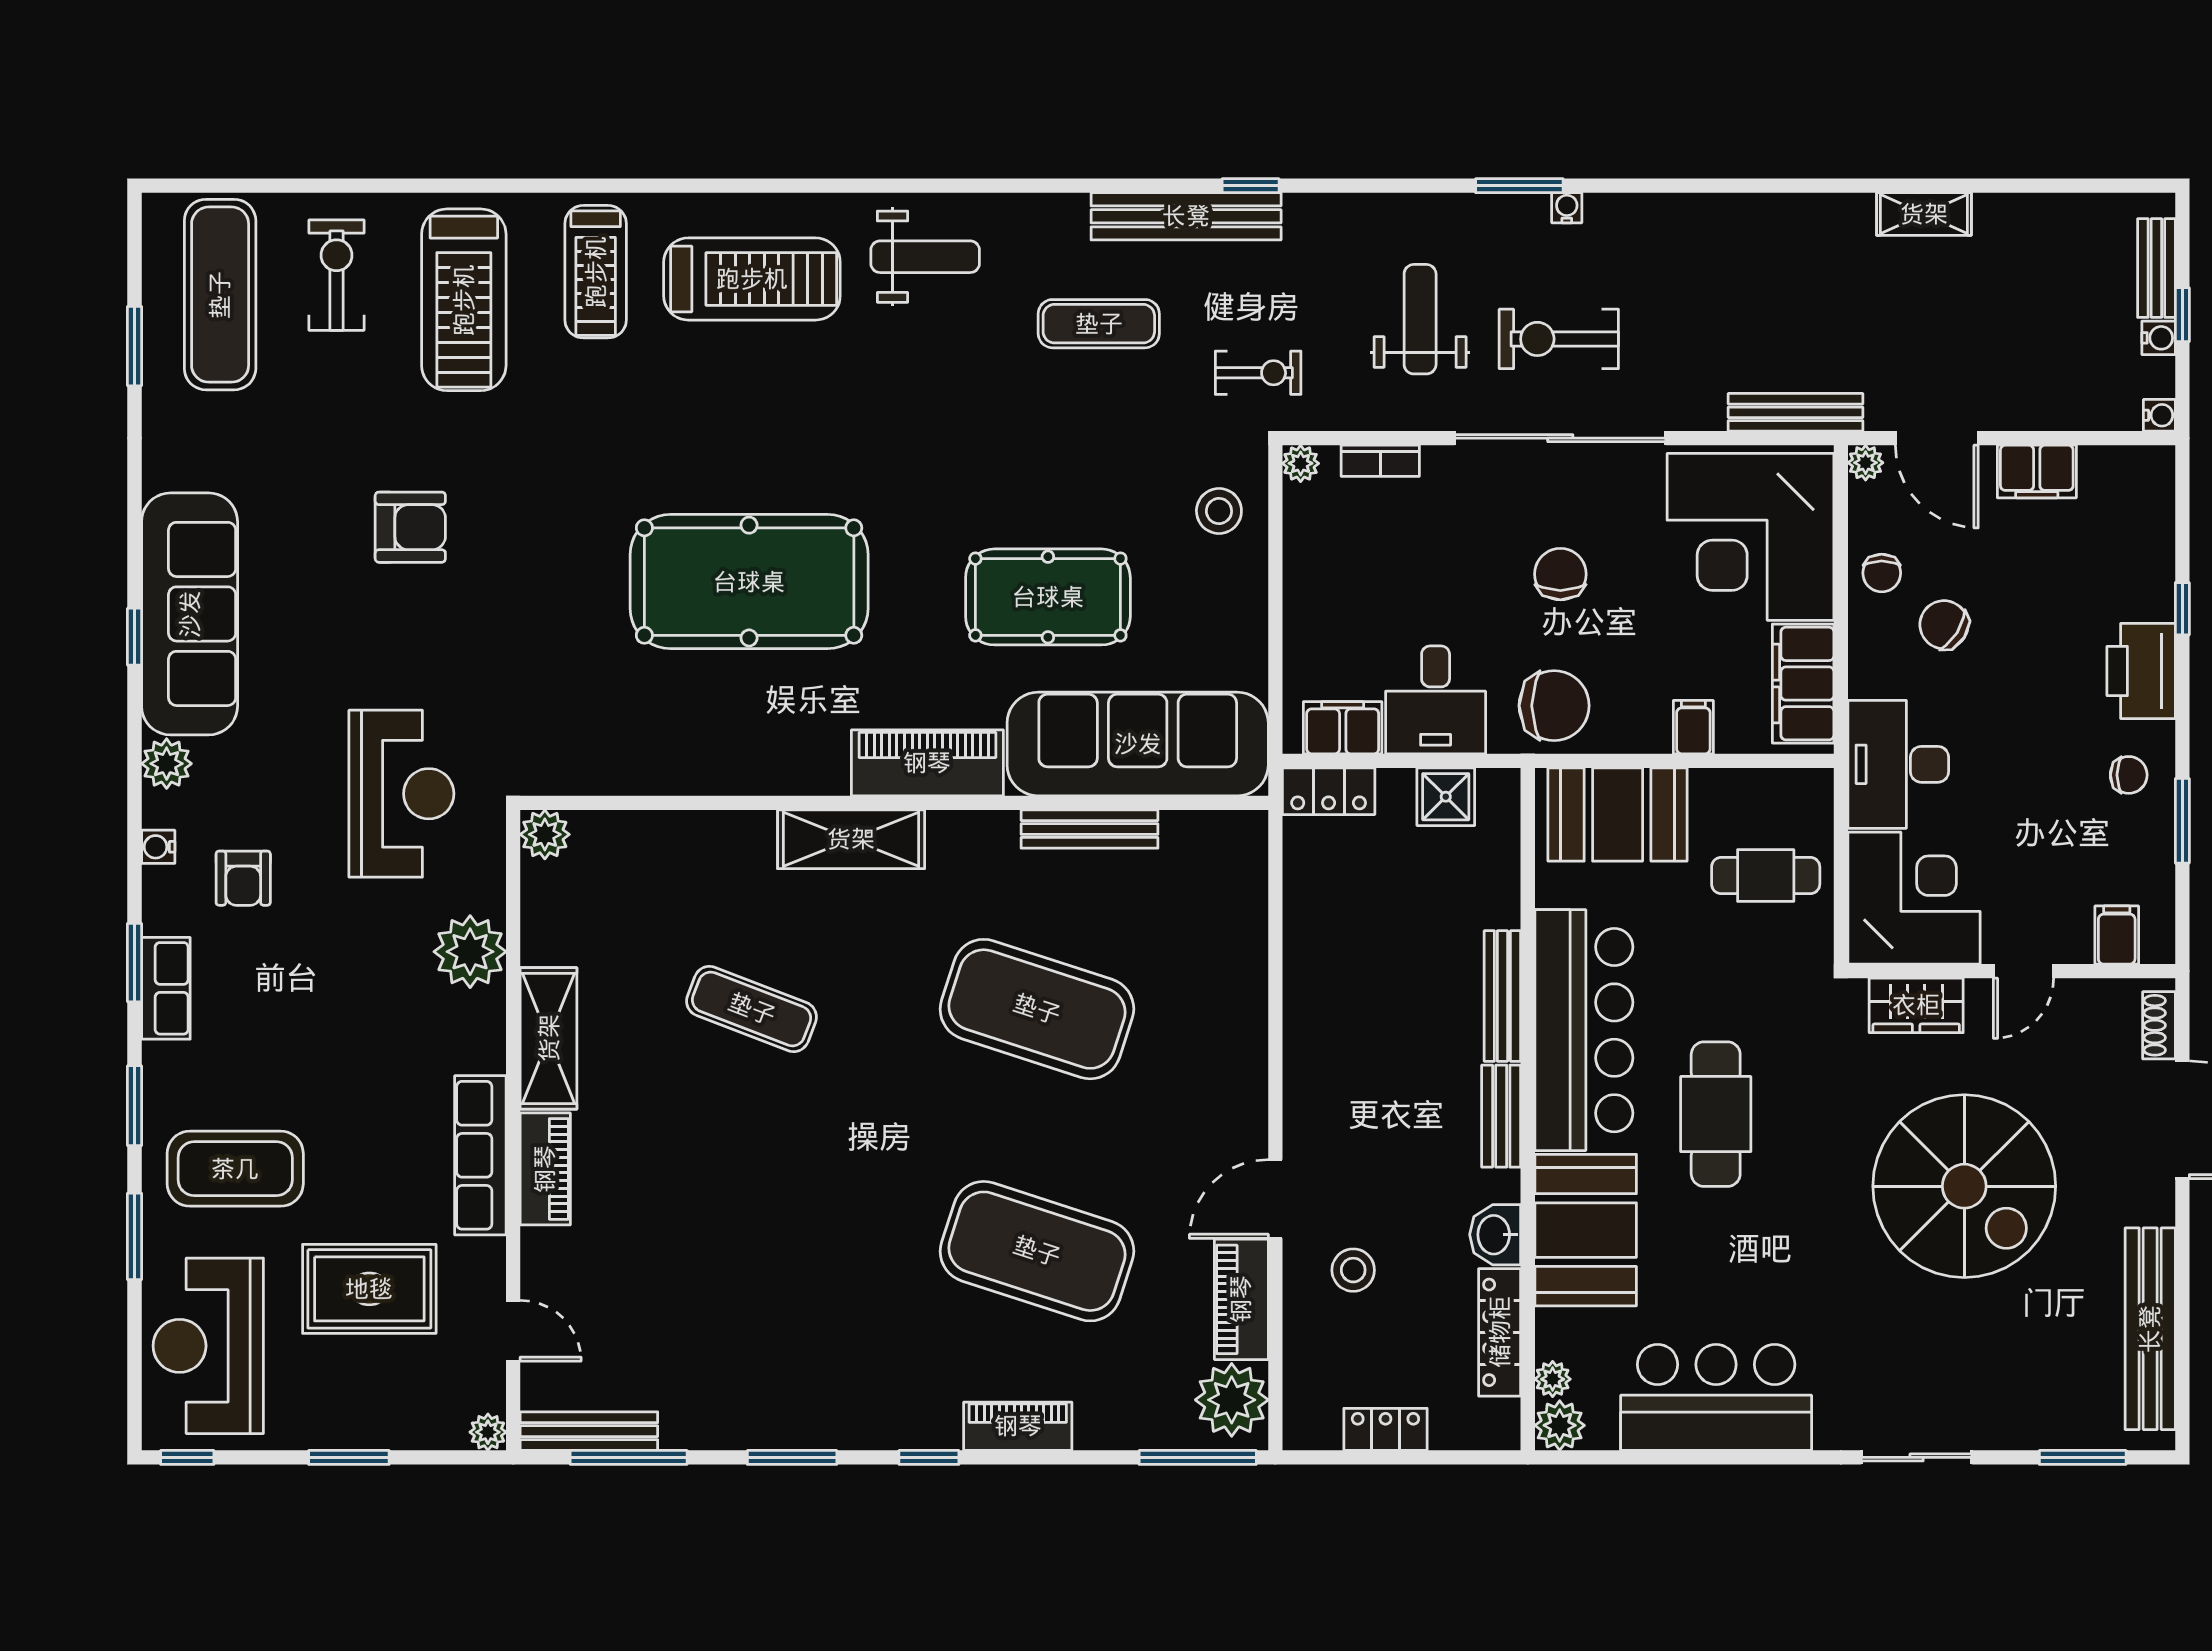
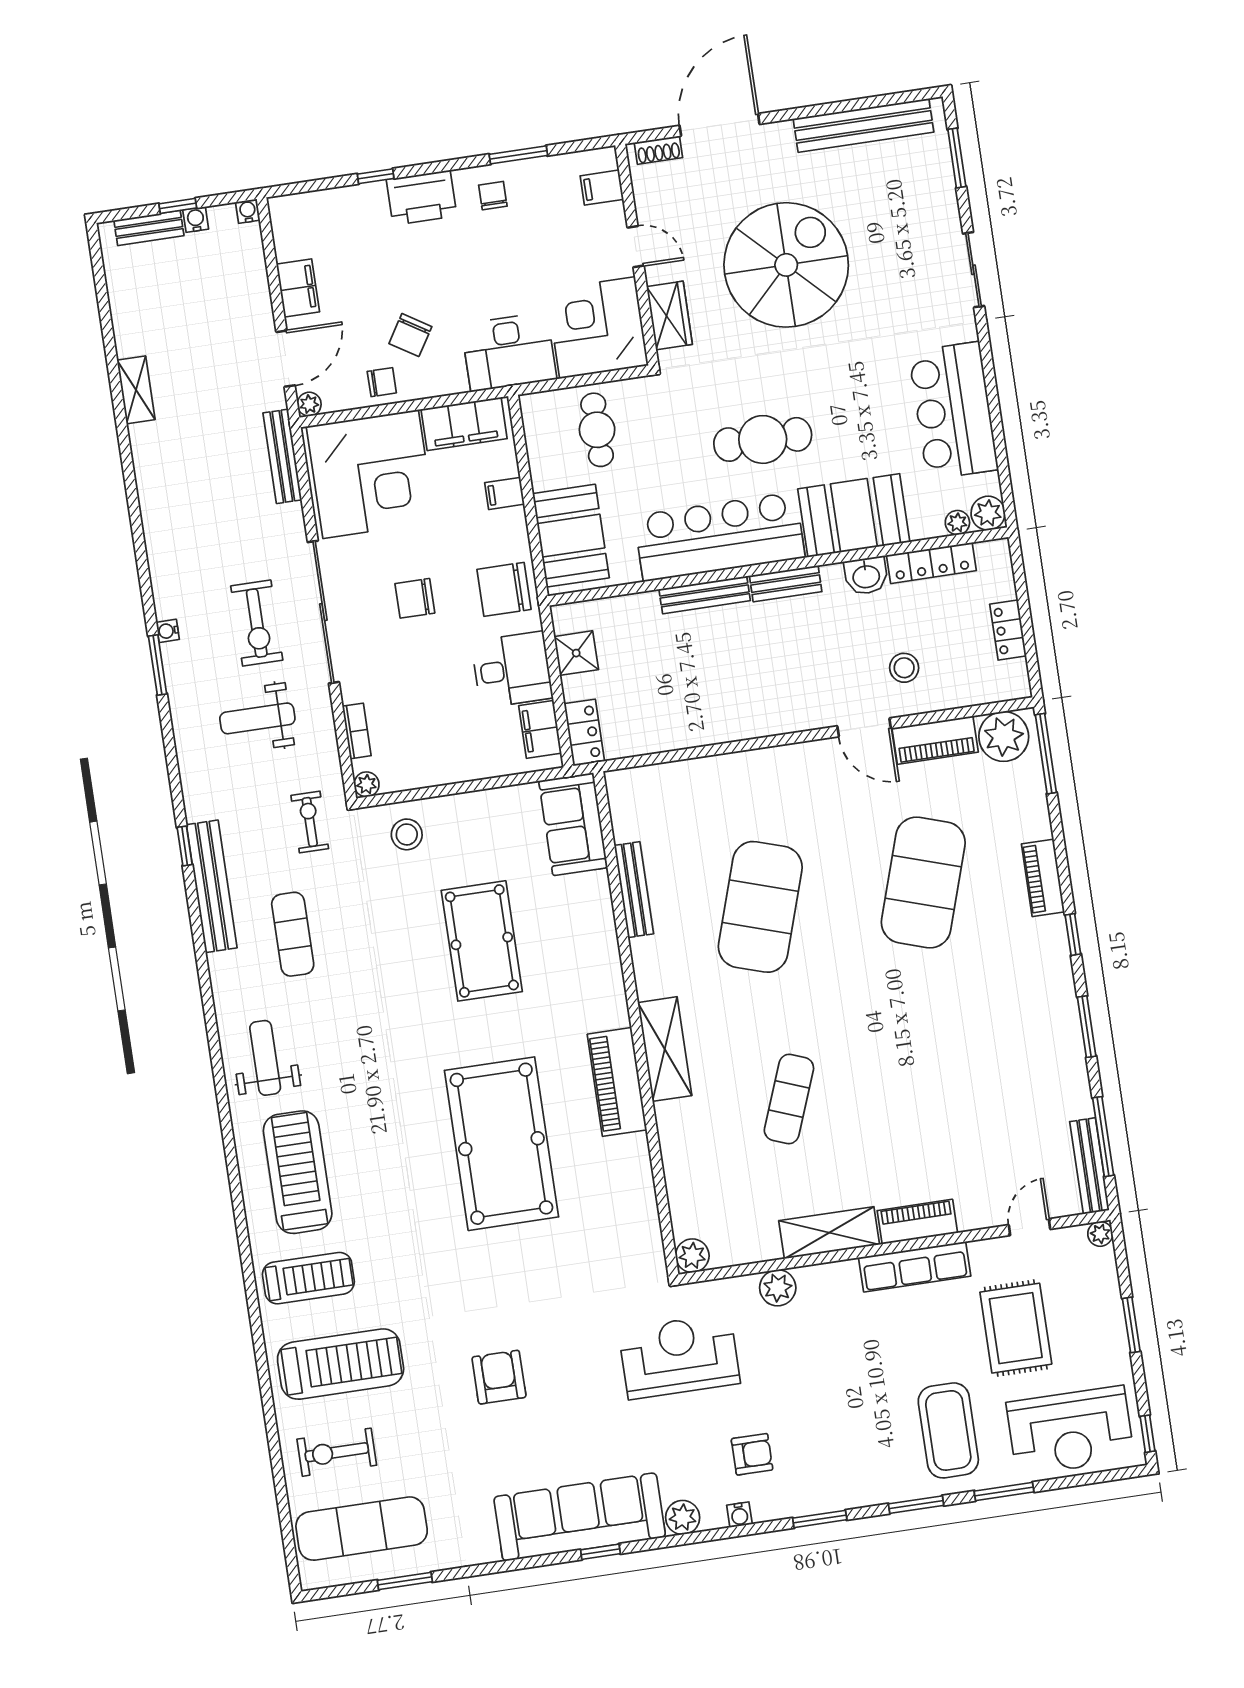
chair: (1554, 706) -> (504, 589), turned -90
sofa: (1138, 744) -> (573, 824), width x0.54, depth x0.79
piano: (927, 763) -> (617, 1082), moved
plant: (470, 952) -> (778, 1288), width x0.73, depth x0.73
row of seats: (166, 988) -> (834, 1495), removed

